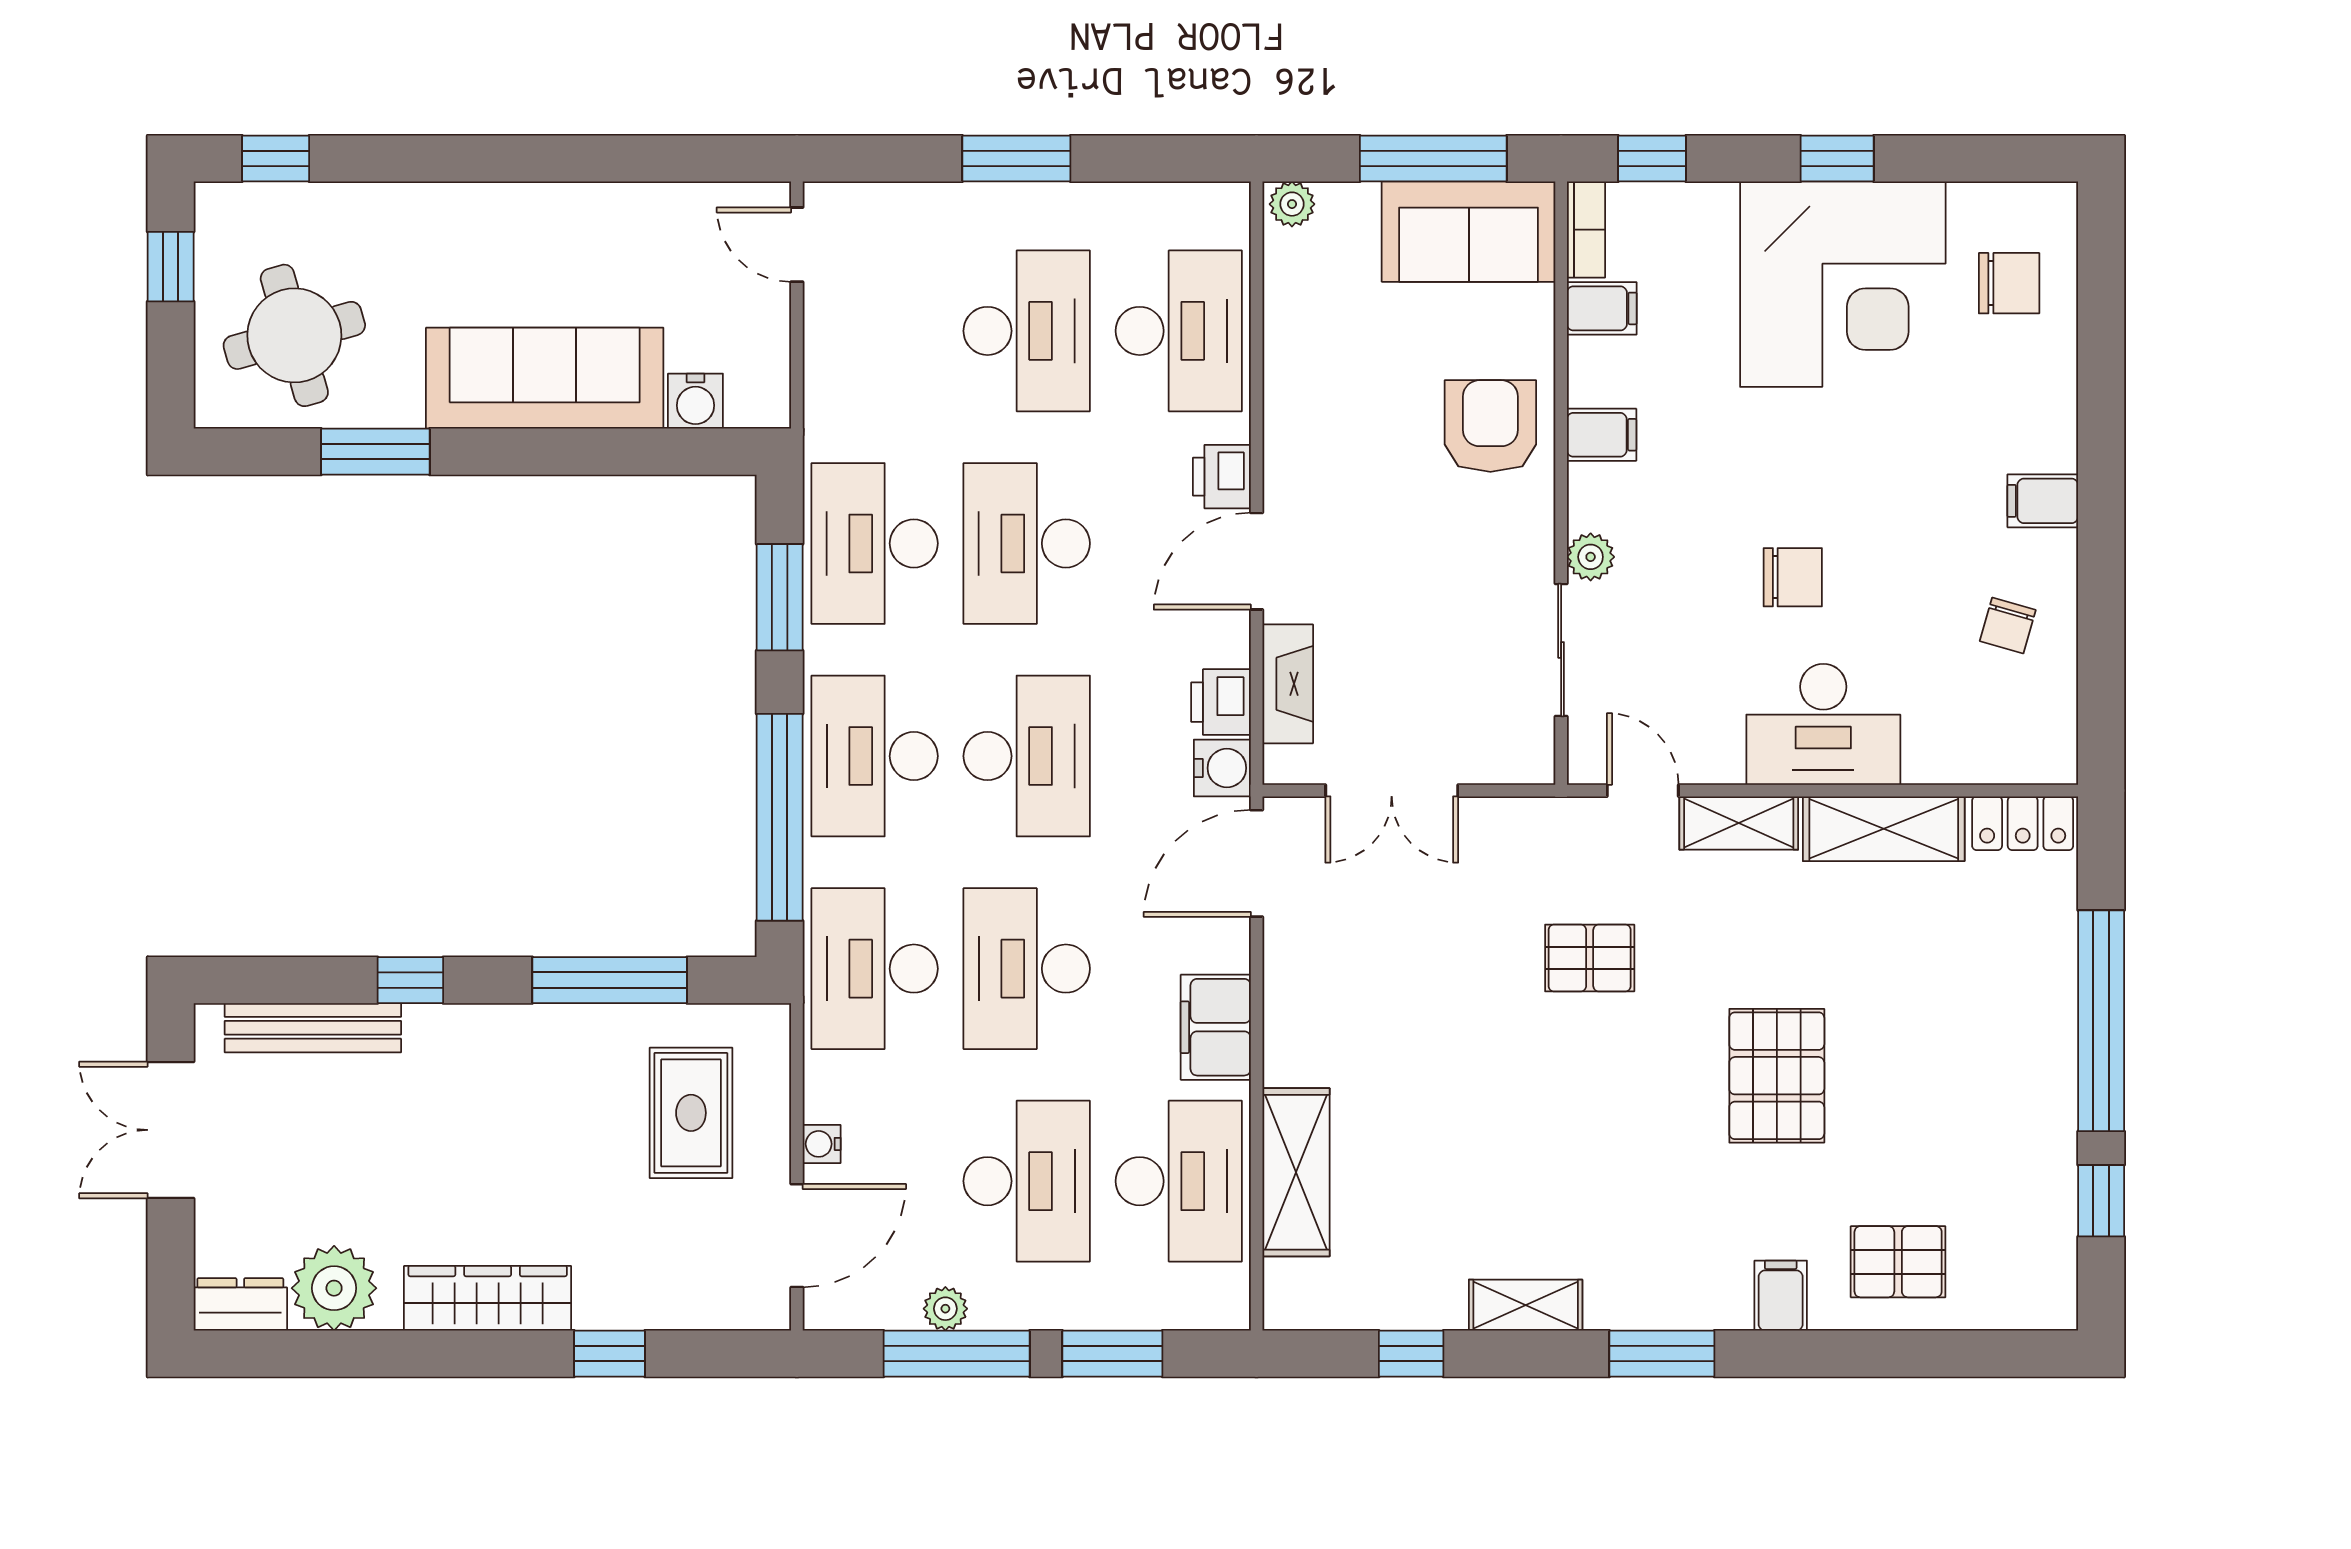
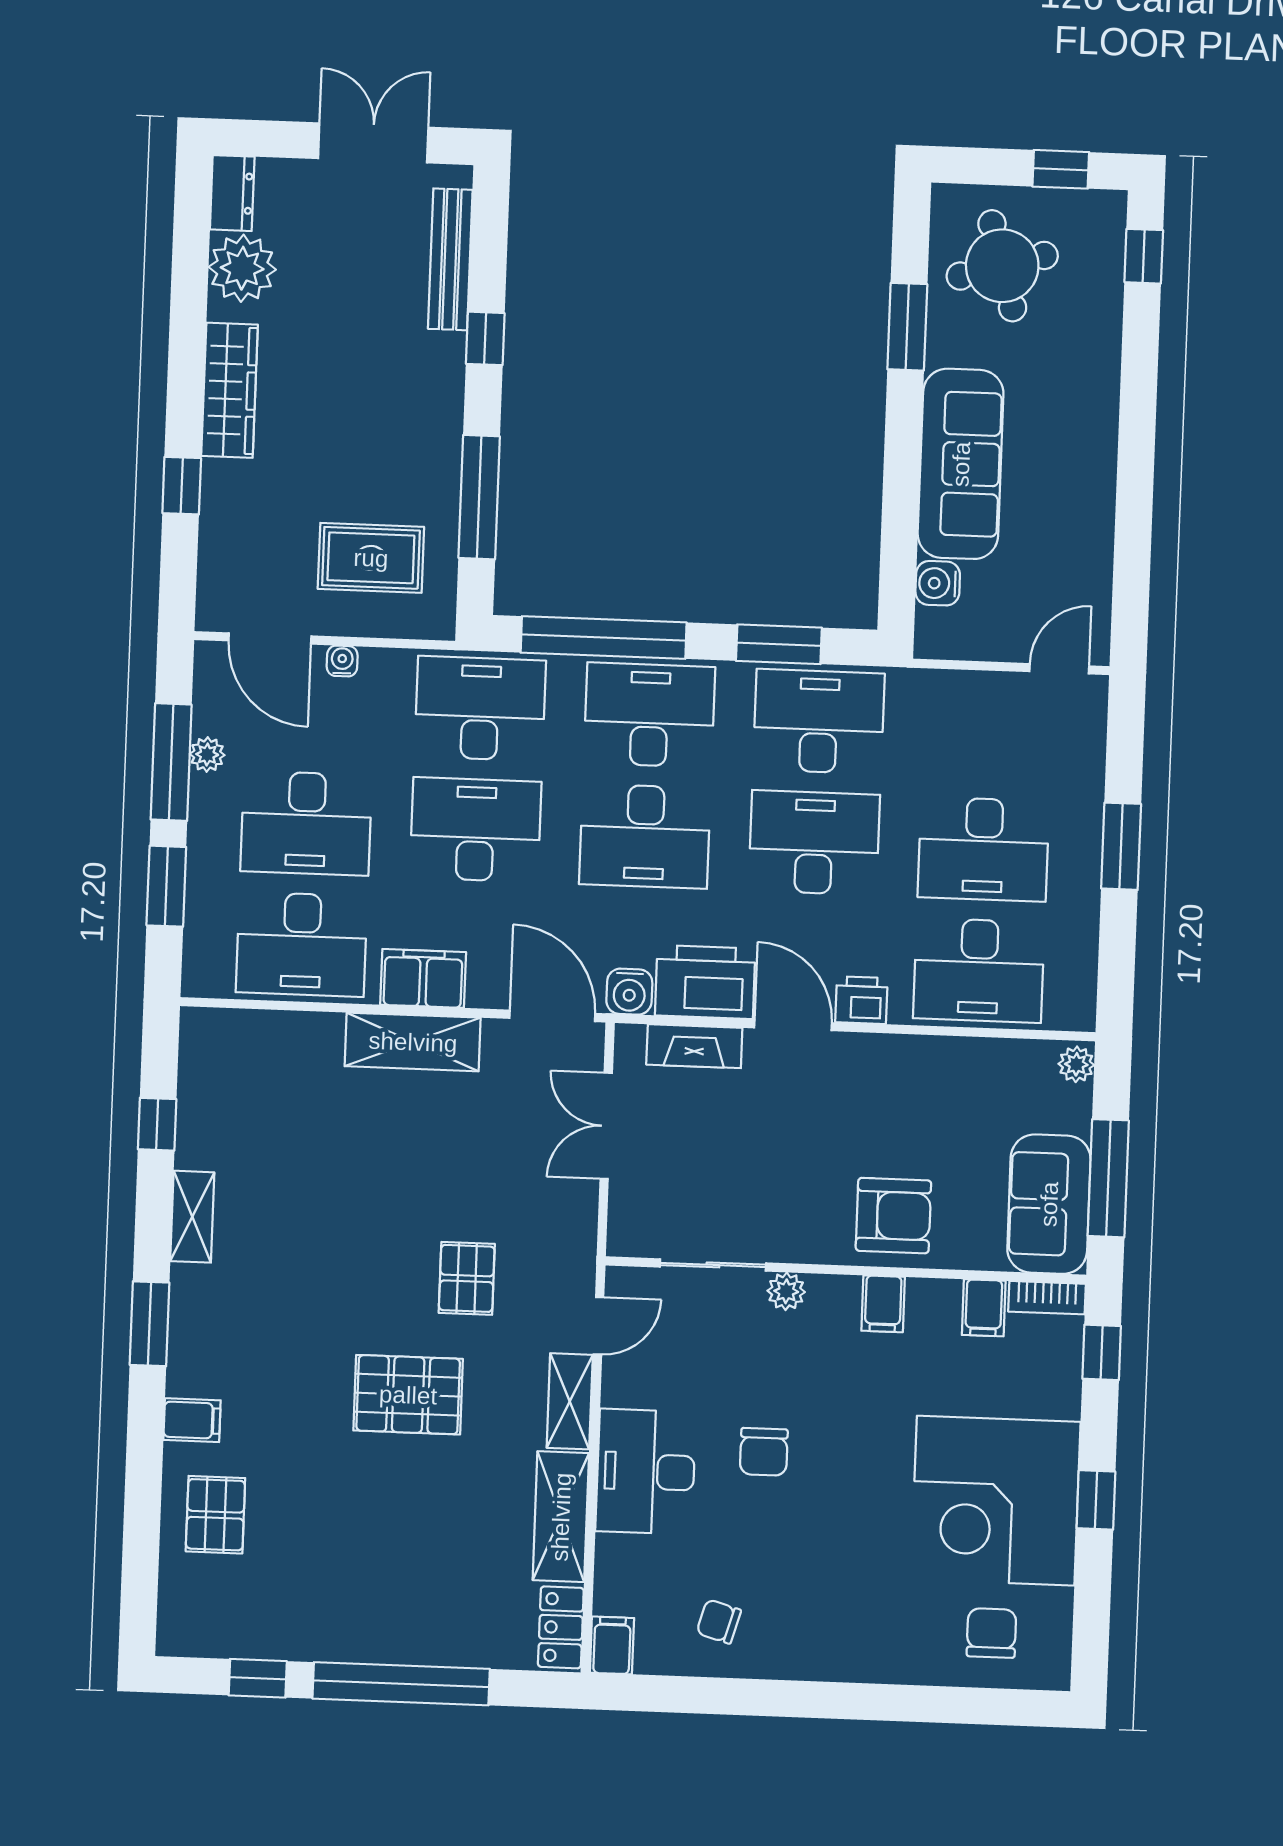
chair: (2009, 283) -> (991, 1633), turned 180
filing cabinet: (2043, 501) -> (612, 1645), moved
printer: (1221, 702) -> (705, 982), width x1.87, depth x1.48
pallet: (1777, 1076) -> (408, 1395), moved
shelving: (1296, 1172) -> (413, 1042), moved

